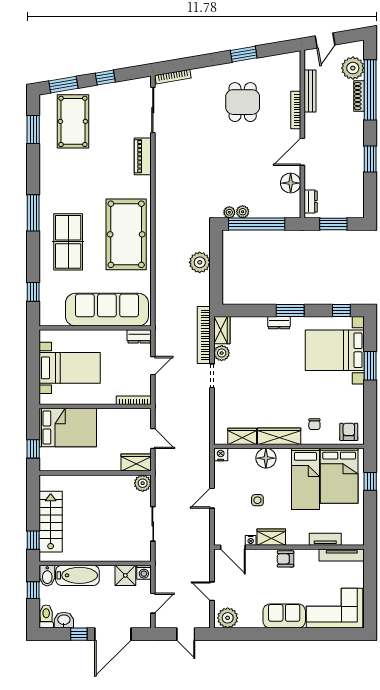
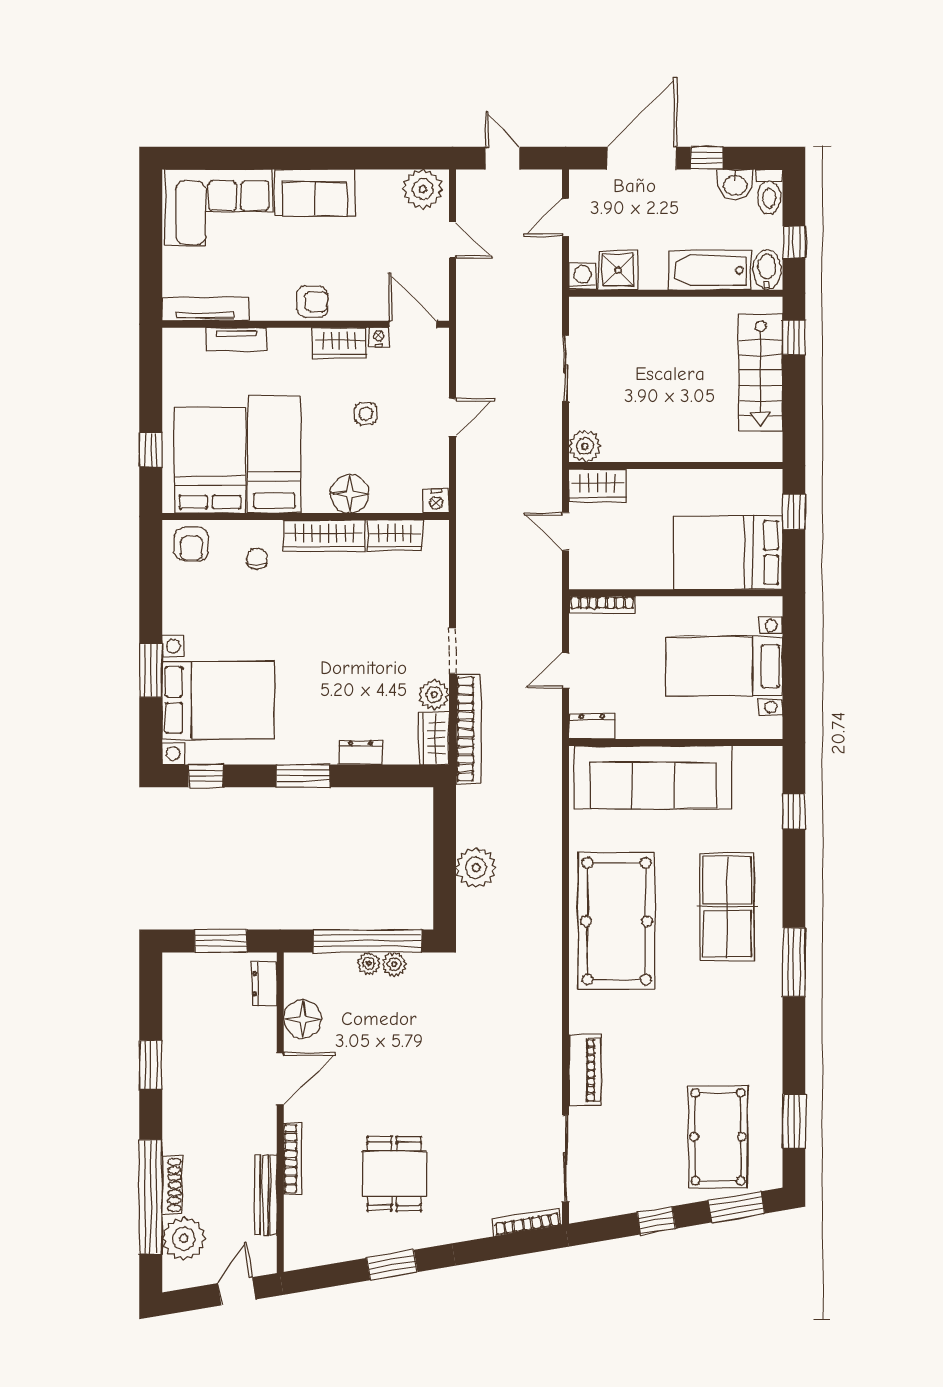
plant: (229, 212) -> (369, 963), moved
dresser: (279, 323) -> (360, 753), moved

